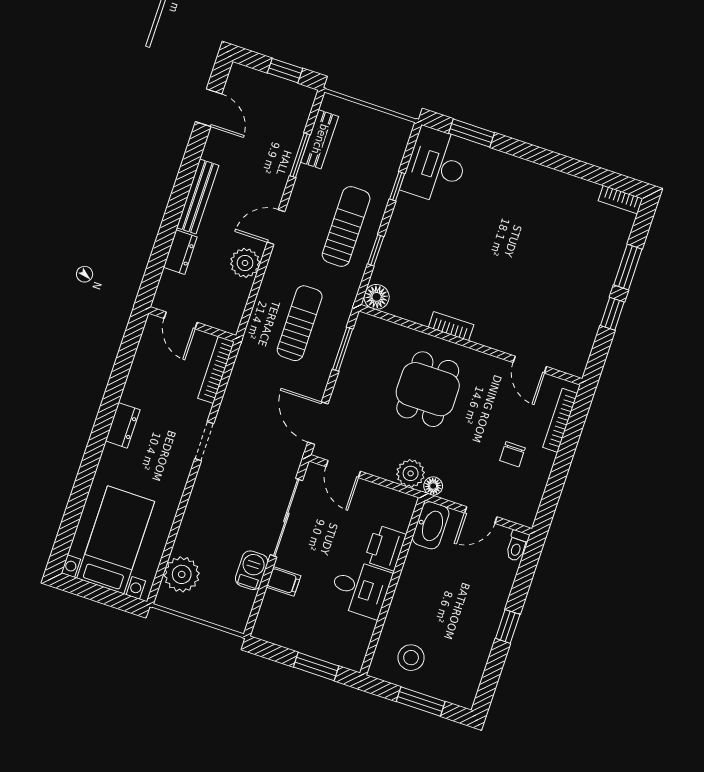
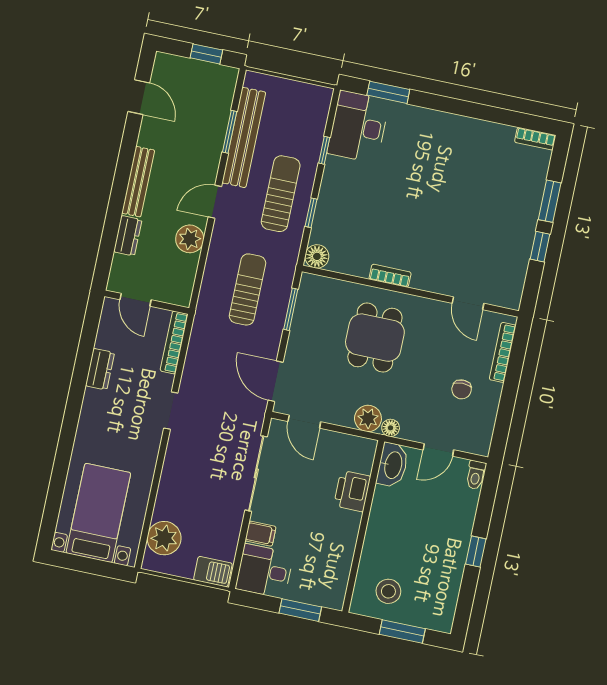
bench: (320, 139) -> (244, 137), width x1.86, depth x1.21
dresser: (123, 425) -> (100, 369), moved
barbecue: (252, 570) -> (213, 572), moved, turned 90
desk: (360, 588) -> (264, 571), moved, turned 180

